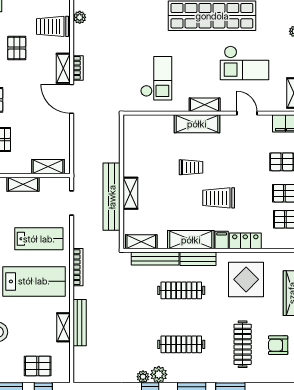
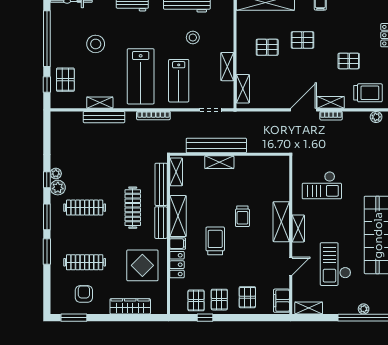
trolley: (52, 26) -> (368, 93), turned 90
clothes rail: (181, 344) -> (85, 208), turned 90

